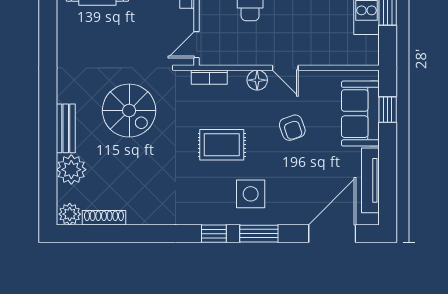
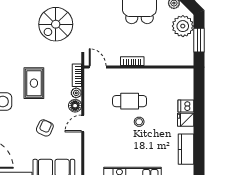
plant: (237, 78) -> (76, 93), added
armchair: (292, 128) -> (45, 128), turned 133

